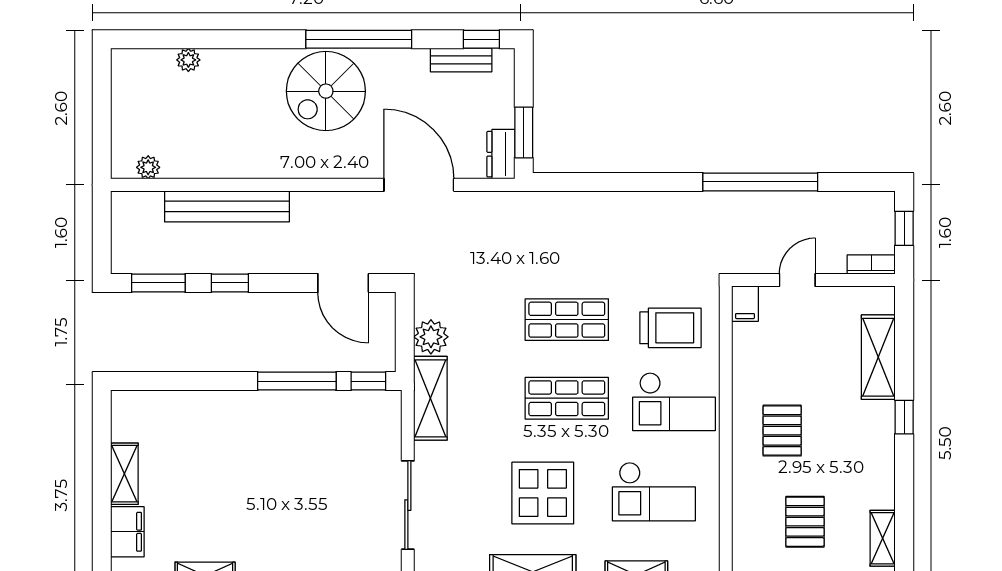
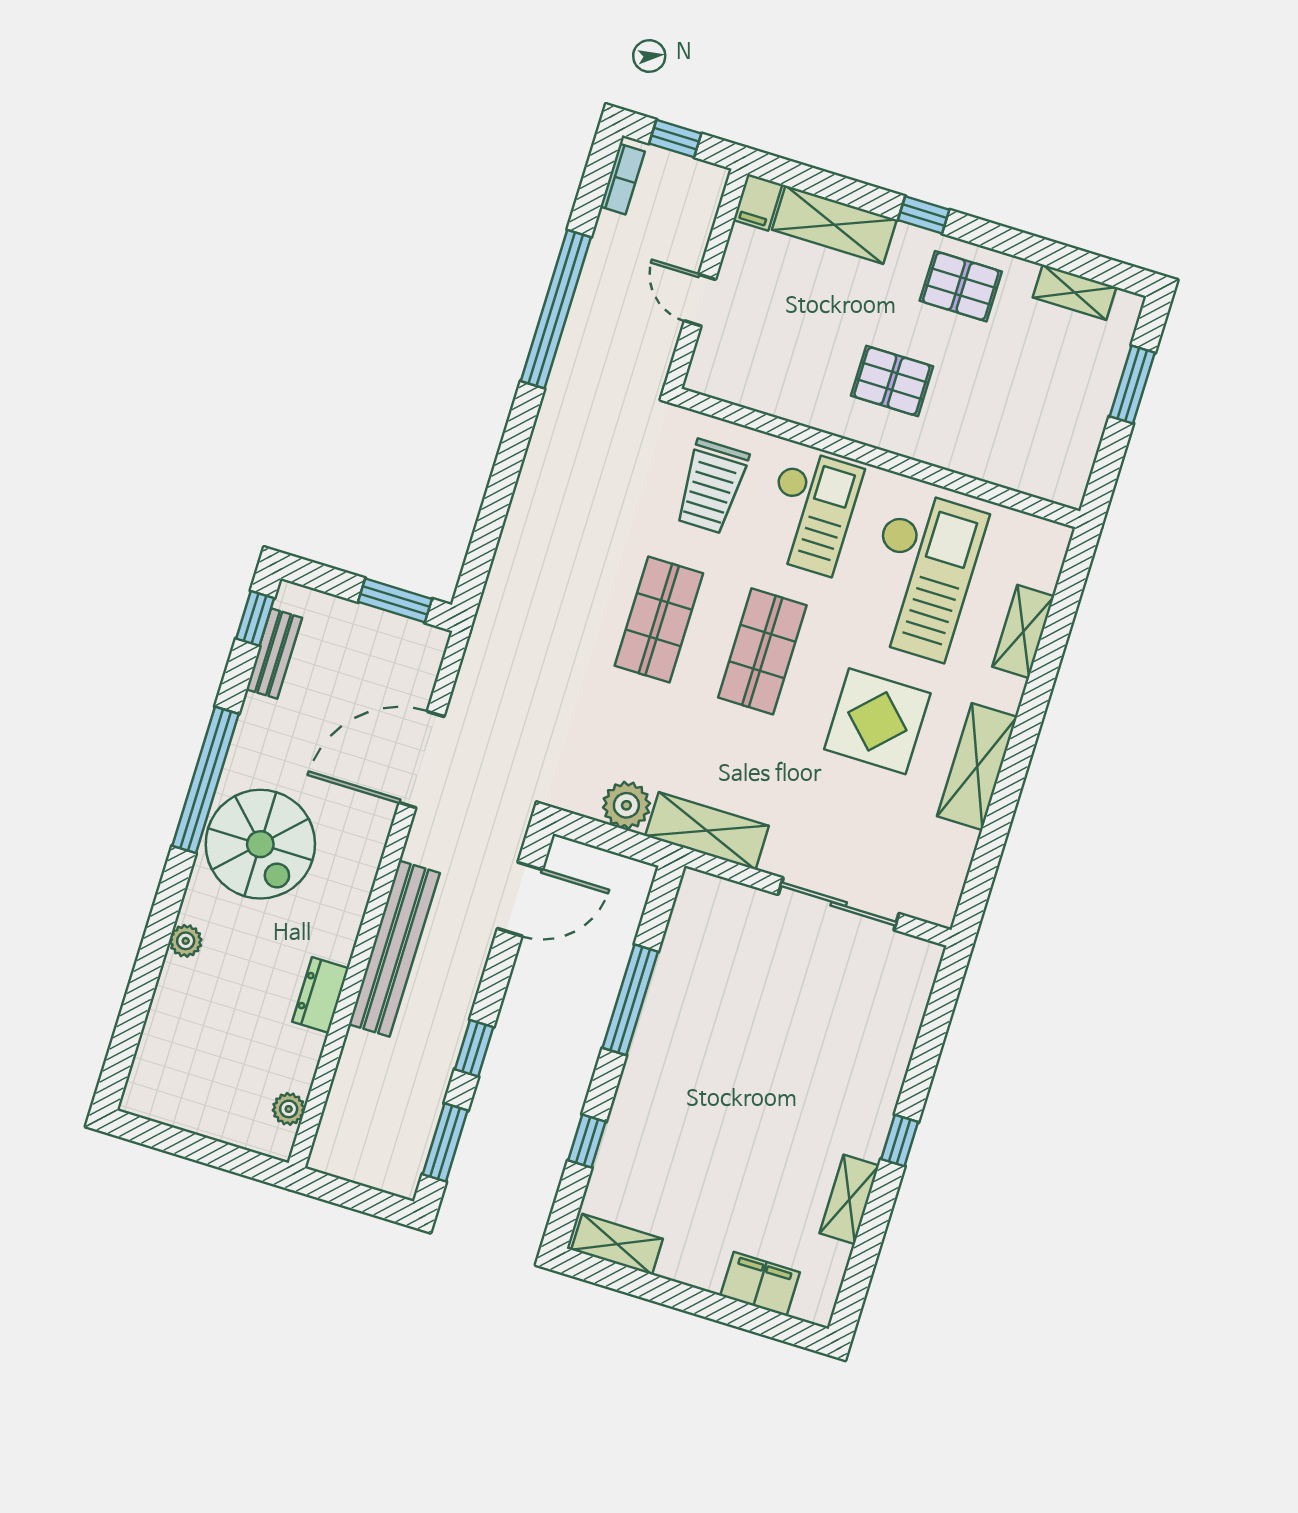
plant: (188, 60) -> (186, 941), moved
dresser: (501, 154) -> (321, 995), moved, turned 90
bench: (227, 206) -> (394, 949), moved
bookcase: (871, 264) -> (623, 179), moved, turned 180
filing cabinet: (745, 304) -> (758, 202), moved, turned 90
trolley: (670, 328) -> (712, 486), turned 180
window: (368, 381) -> (587, 1141), moved
shelving: (124, 474) -> (617, 1244), moved
checkout: (654, 492) -> (920, 575), width x1.36, depth x1.21
pallet: (805, 522) -> (961, 286), moved

